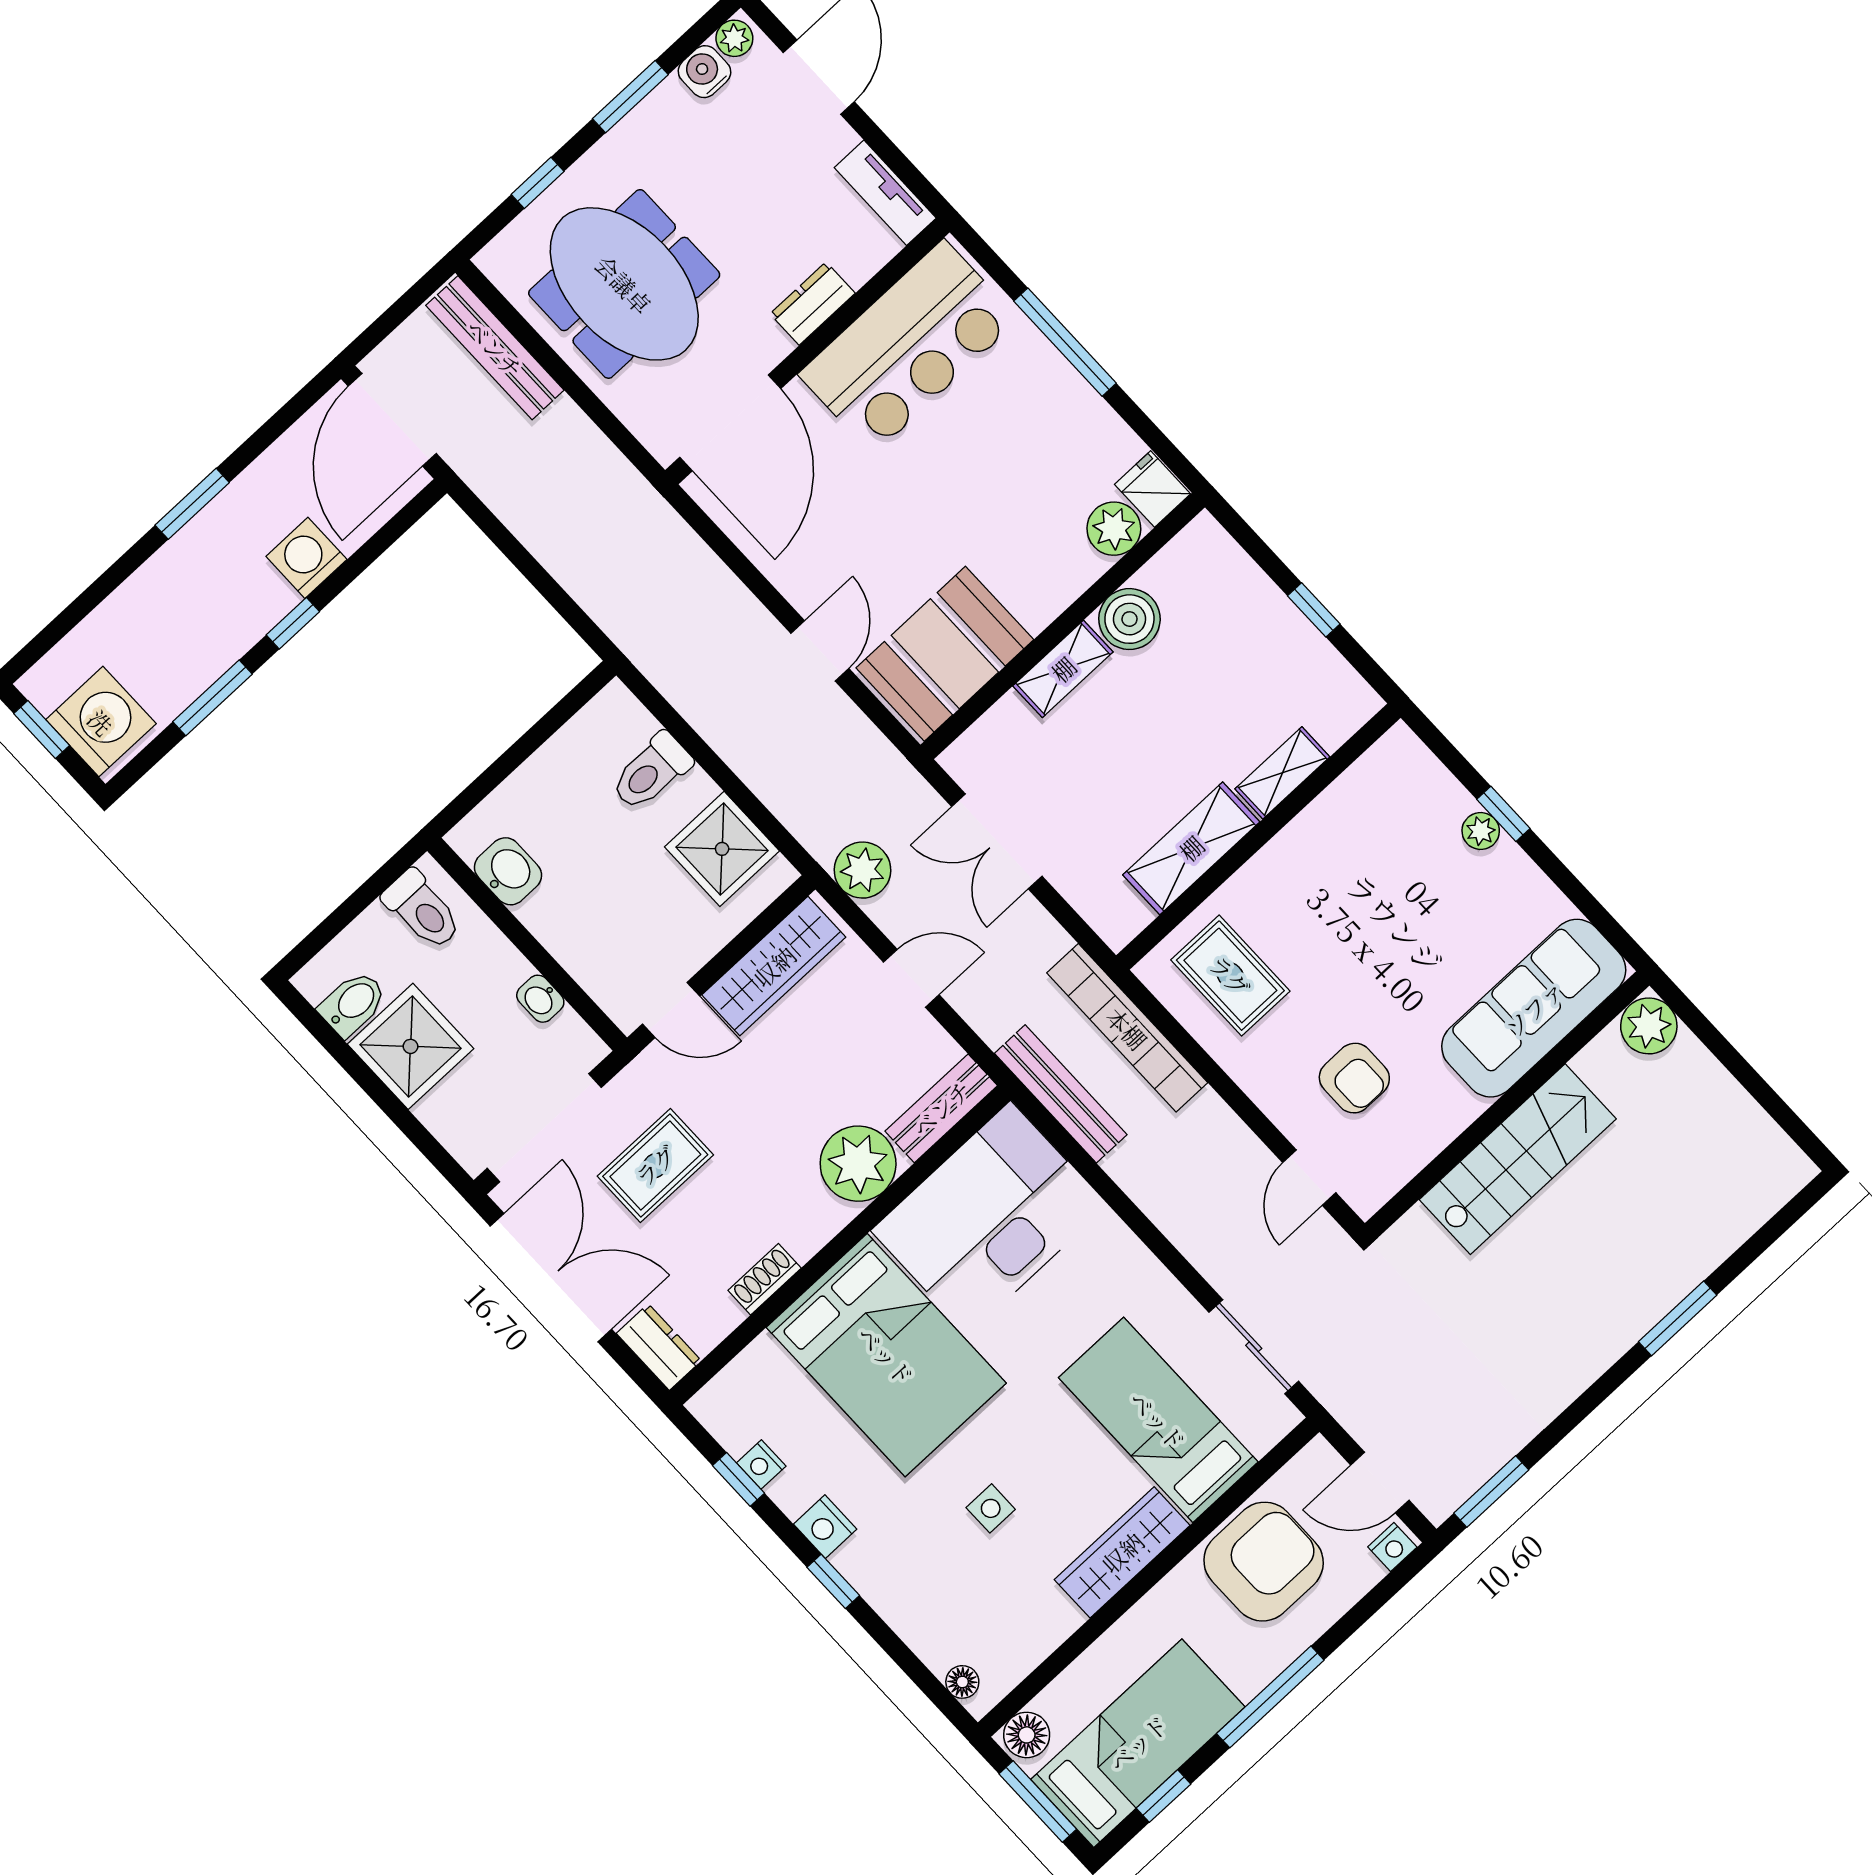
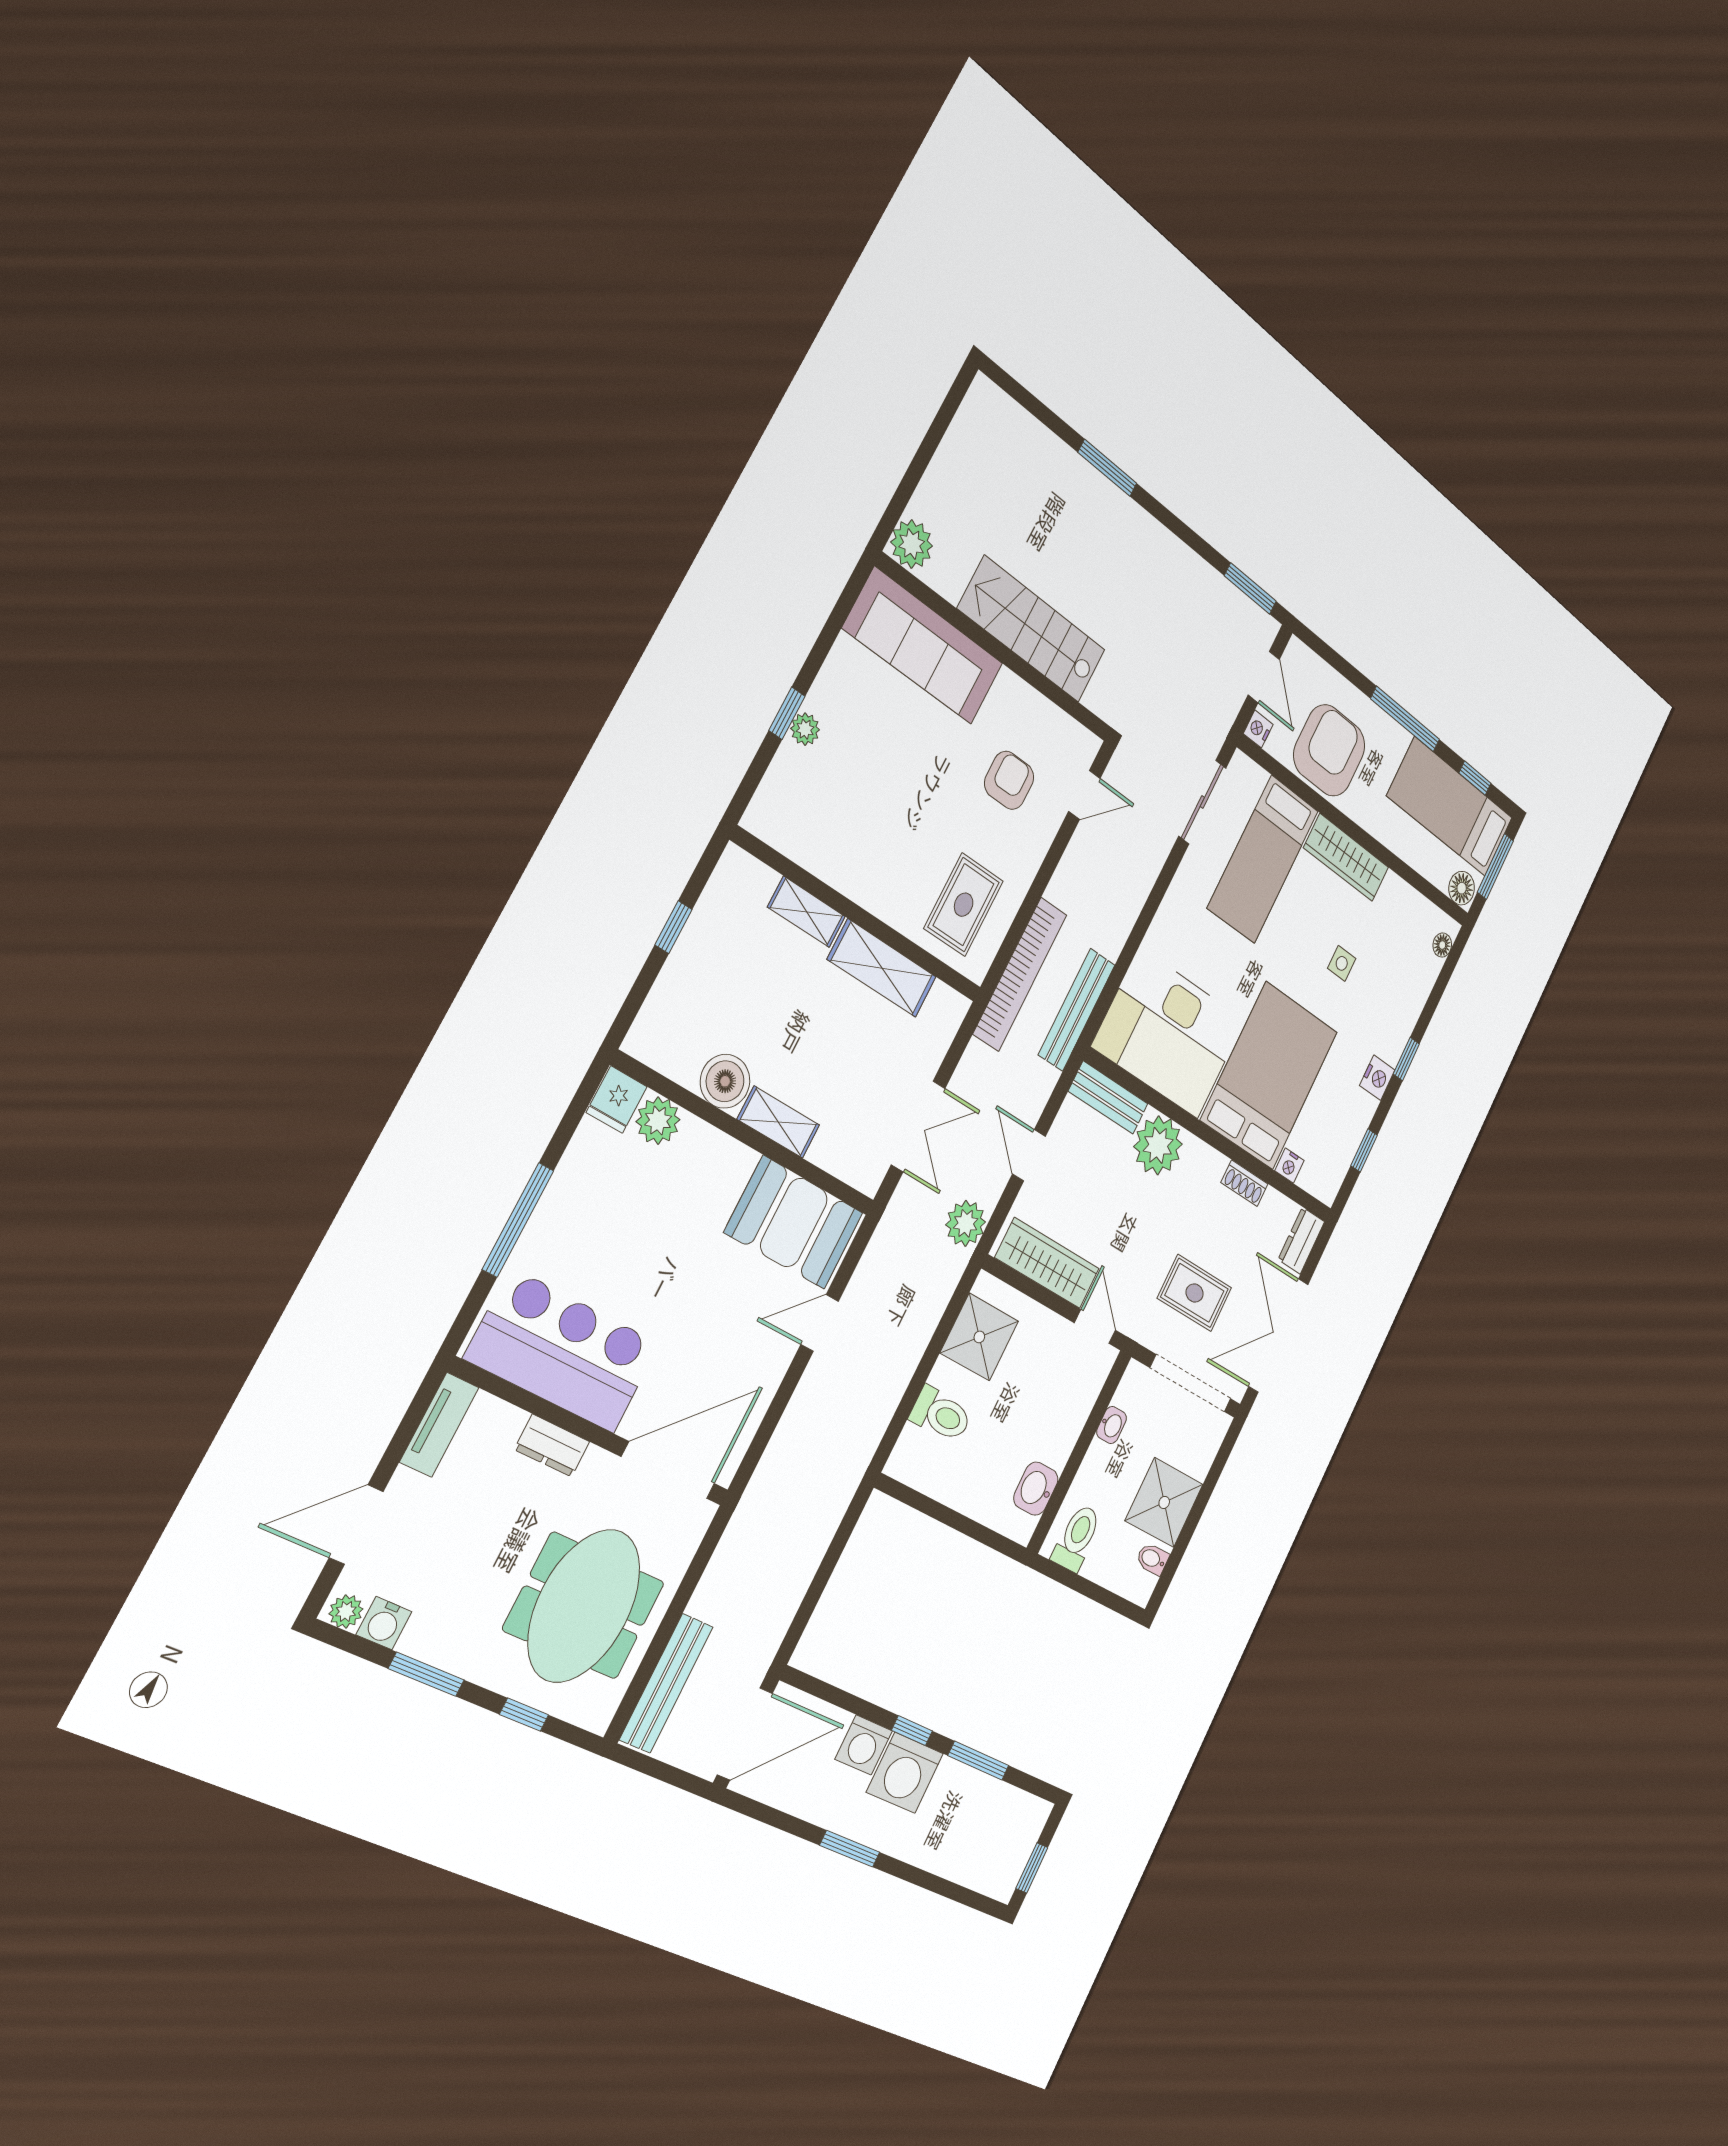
washing machine: (101, 722) -> (905, 1773), moved, turned -90
bidet: (353, 1004) -> (1153, 1559), width x0.72, depth x0.74
nightstand: (761, 1464) -> (1289, 1166), moved, turned 90
nightstand: (1392, 1547) -> (1258, 729), moved, turned -90
armchair: (1264, 1562) -> (1329, 750), turned 90

